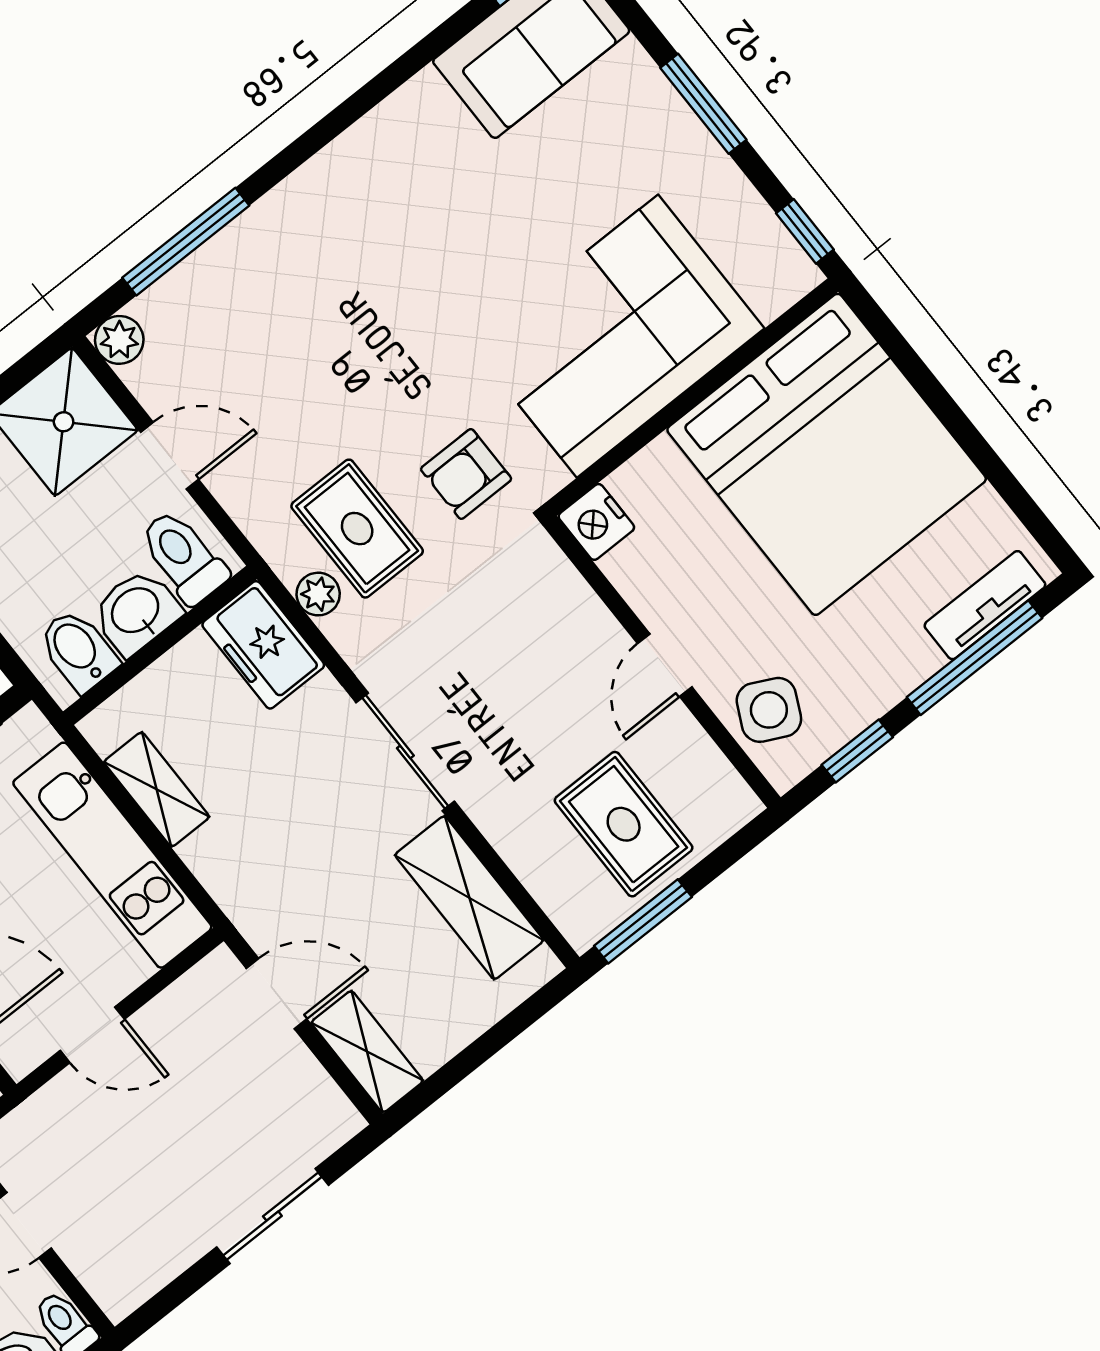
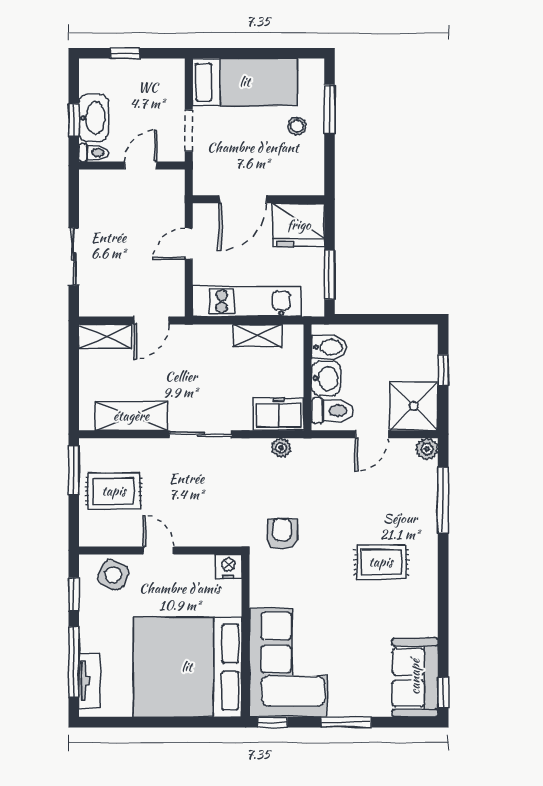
corner sofa: (617, 336) -> (288, 663), moved
rug: (357, 529) -> (381, 562), moved

